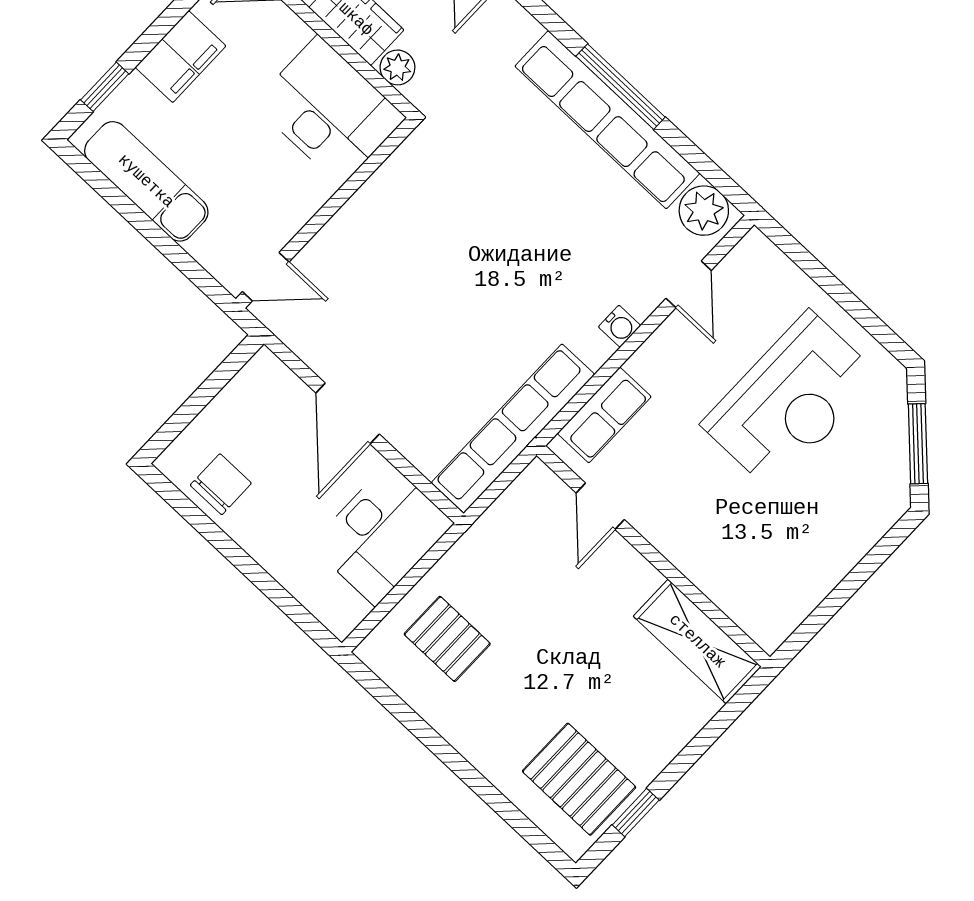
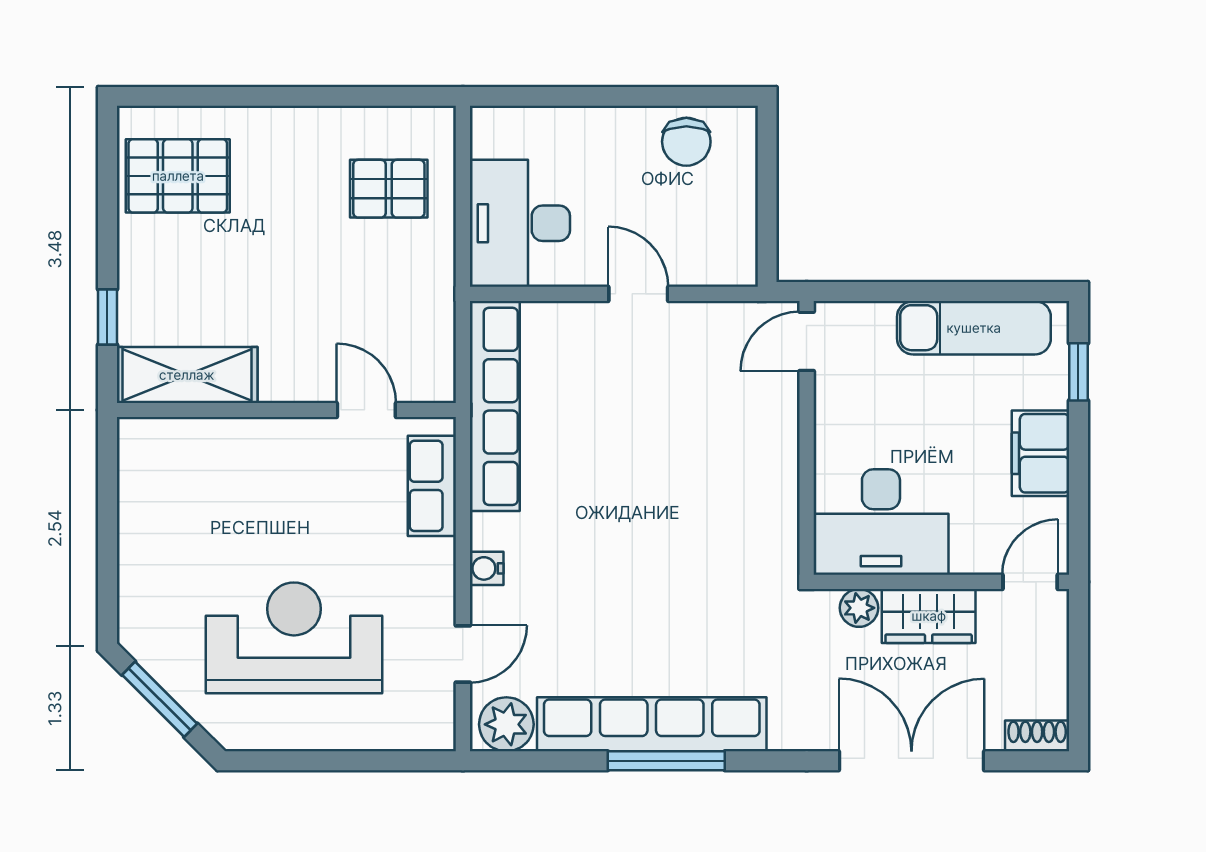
door: (689, 284) -> (463, 654), swing flipped
reception desk: (791, 401) -> (294, 638), turned 90
door: (348, 413) -> (638, 294), width x0.73
window: (636, 812) -> (107, 317), moved

